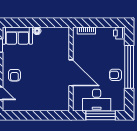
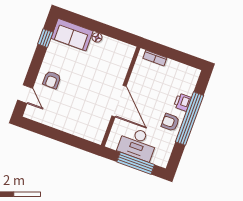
printer: (119, 33) -> (182, 102), moved

